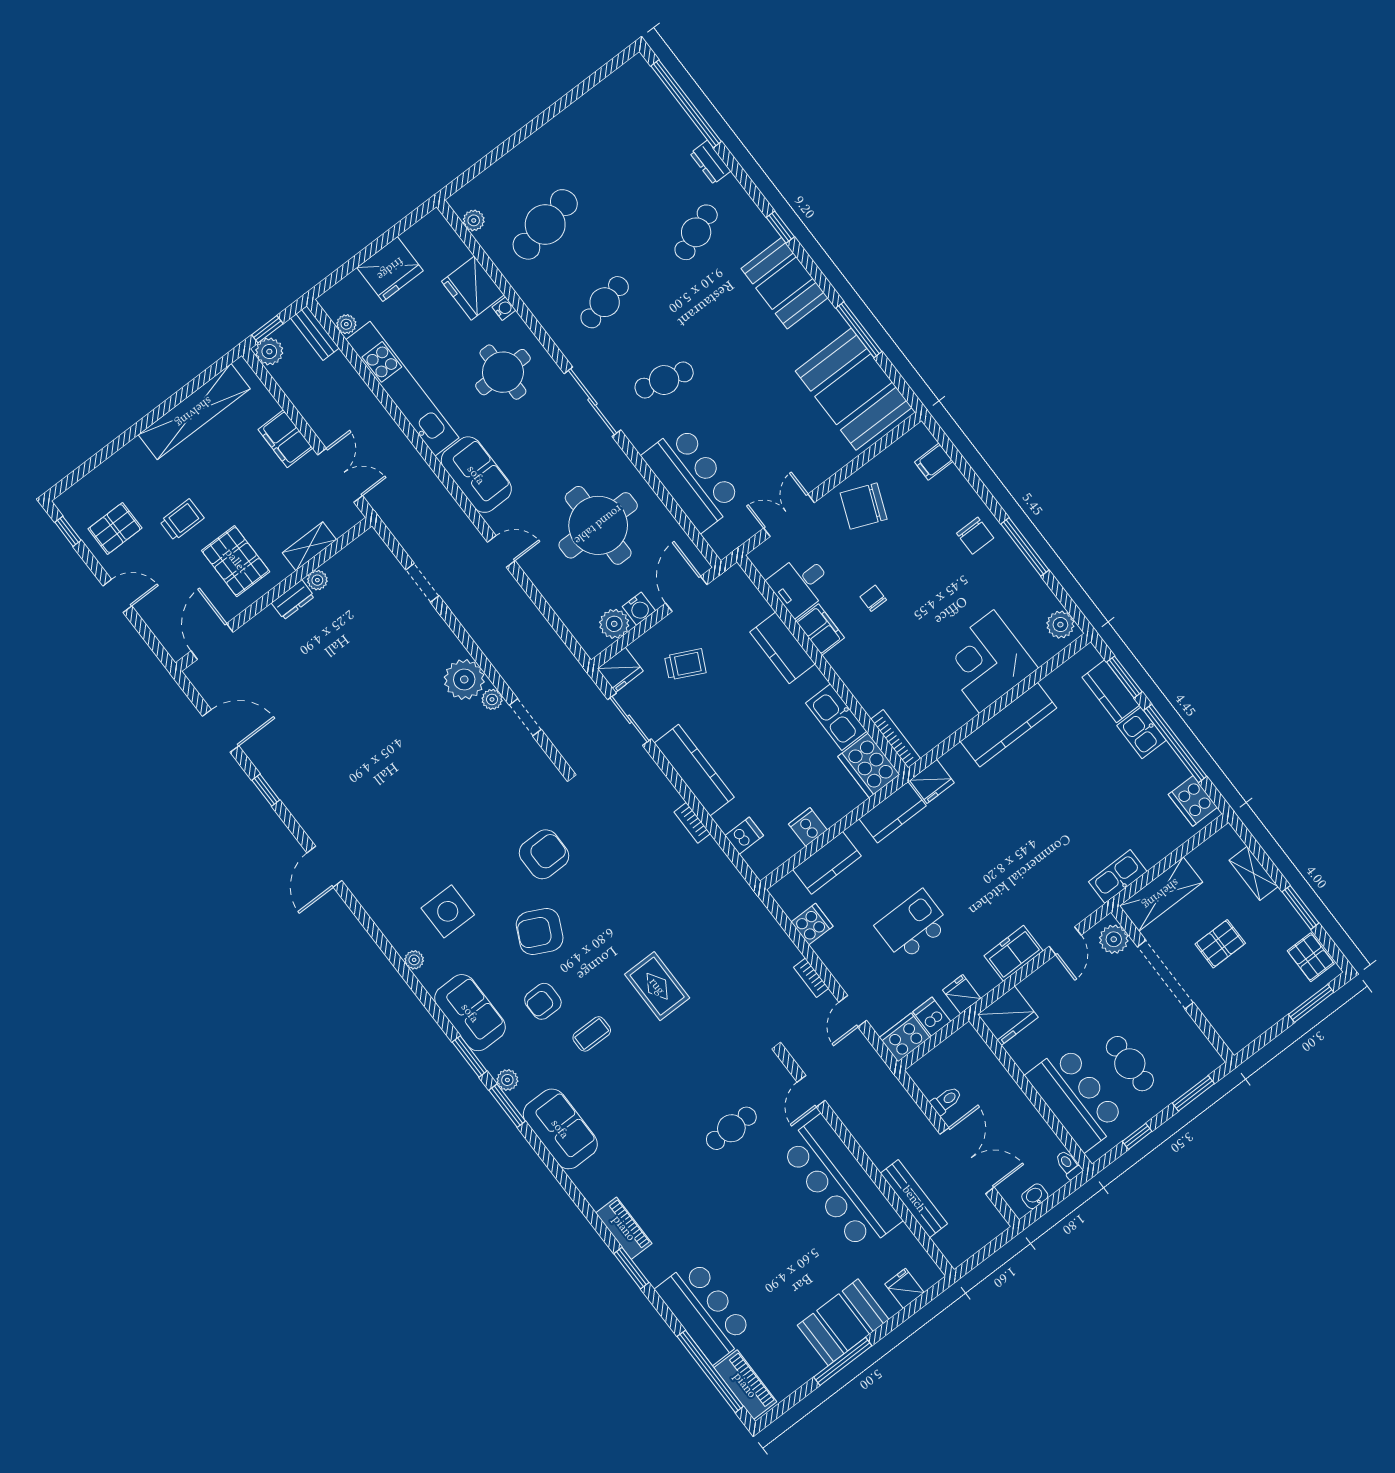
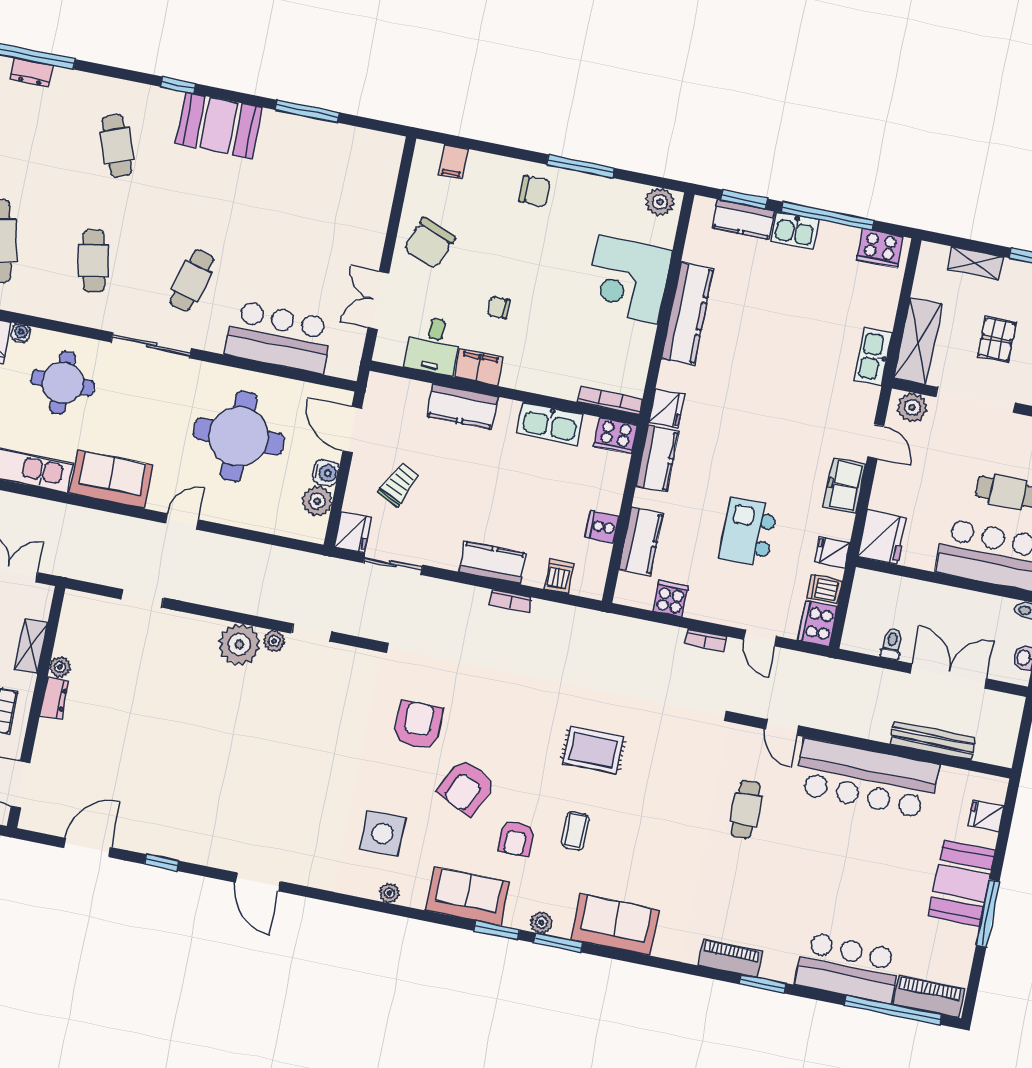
dresser: (710, 162) -> (31, 72), moved
booth: (854, 389) -> (343, 160), removed
cooker: (869, 765) -> (615, 436), width x0.73, depth x0.76
kitchen counter: (694, 770) -> (492, 563), width x0.67

